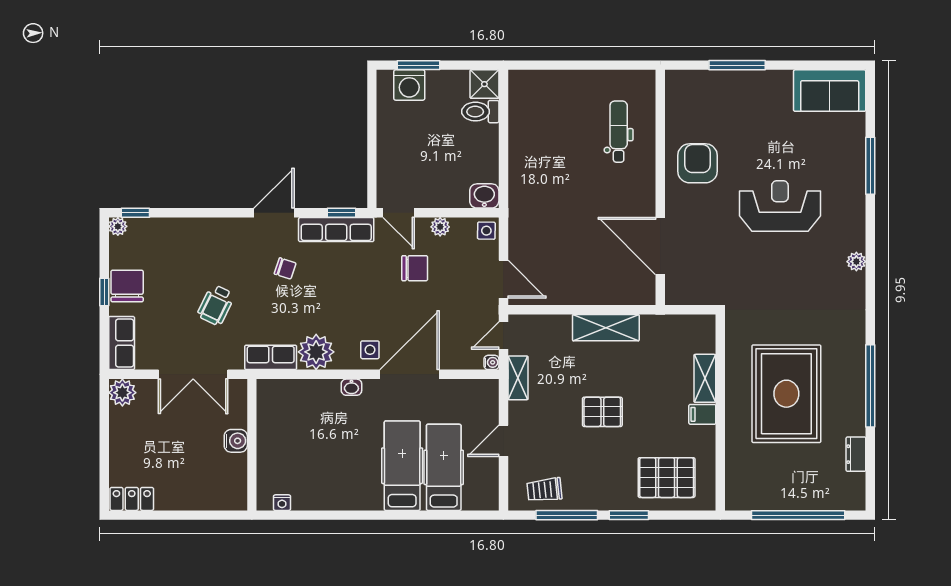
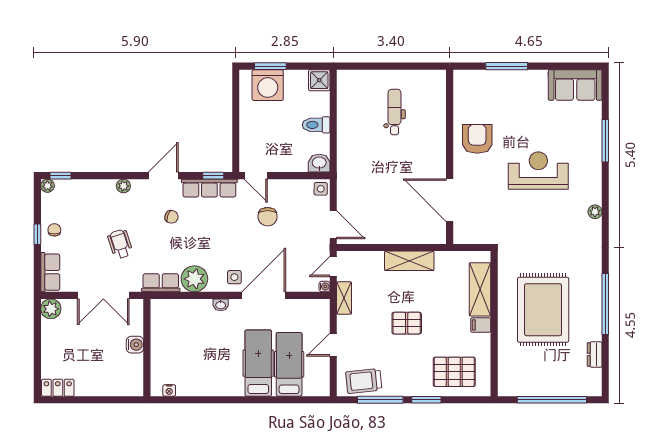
washing machine: (409, 85) -> (268, 85), width x1.37, depth x1.37
toilet: (480, 112) -> (316, 125), moved
dental chair: (619, 132) -> (394, 112), moved
plant: (440, 227) -> (123, 186), moved
chair: (415, 268) -> (268, 217), turned 90
chair: (127, 286) -> (54, 230), width x0.54, depth x0.54
wheelchair: (216, 305) -> (120, 244), turned 136
shelving: (705, 378) -> (480, 289), width x1.50, depth x1.33
trolley: (544, 490) -> (364, 381), width x1.36, depth x1.39

